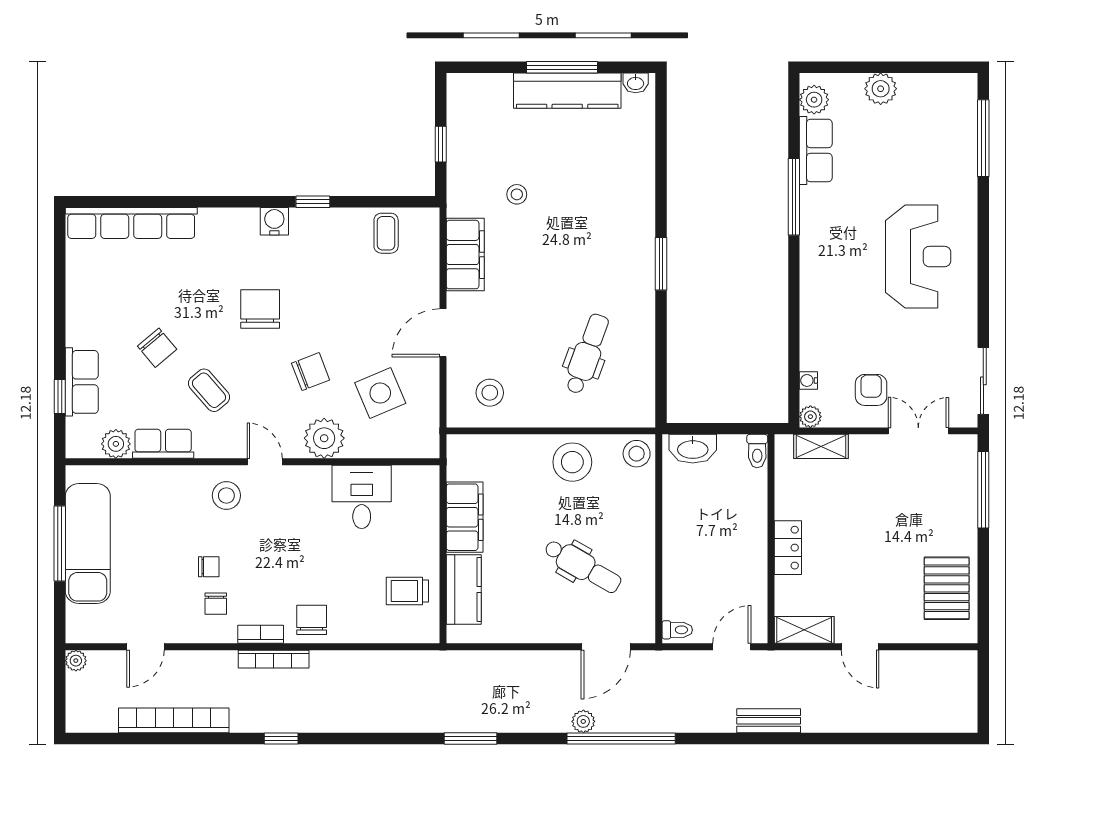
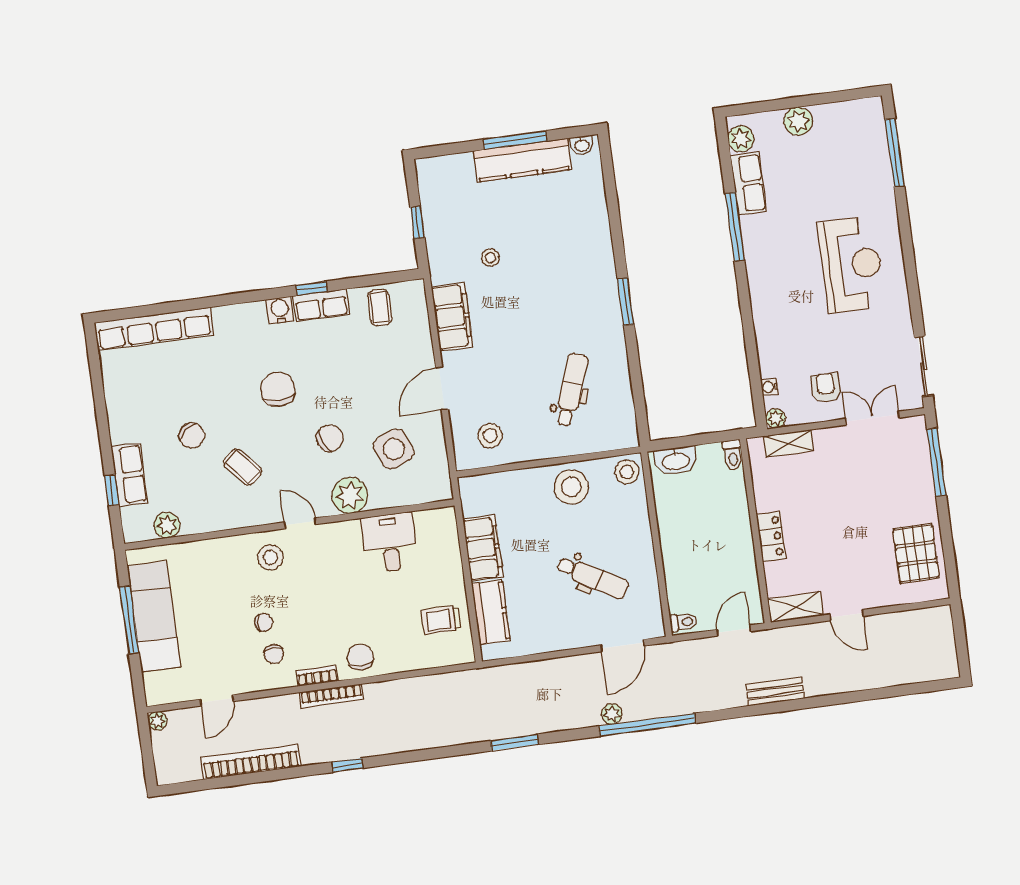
row of seats: (163, 444) -> (321, 305), moved, turned 180

